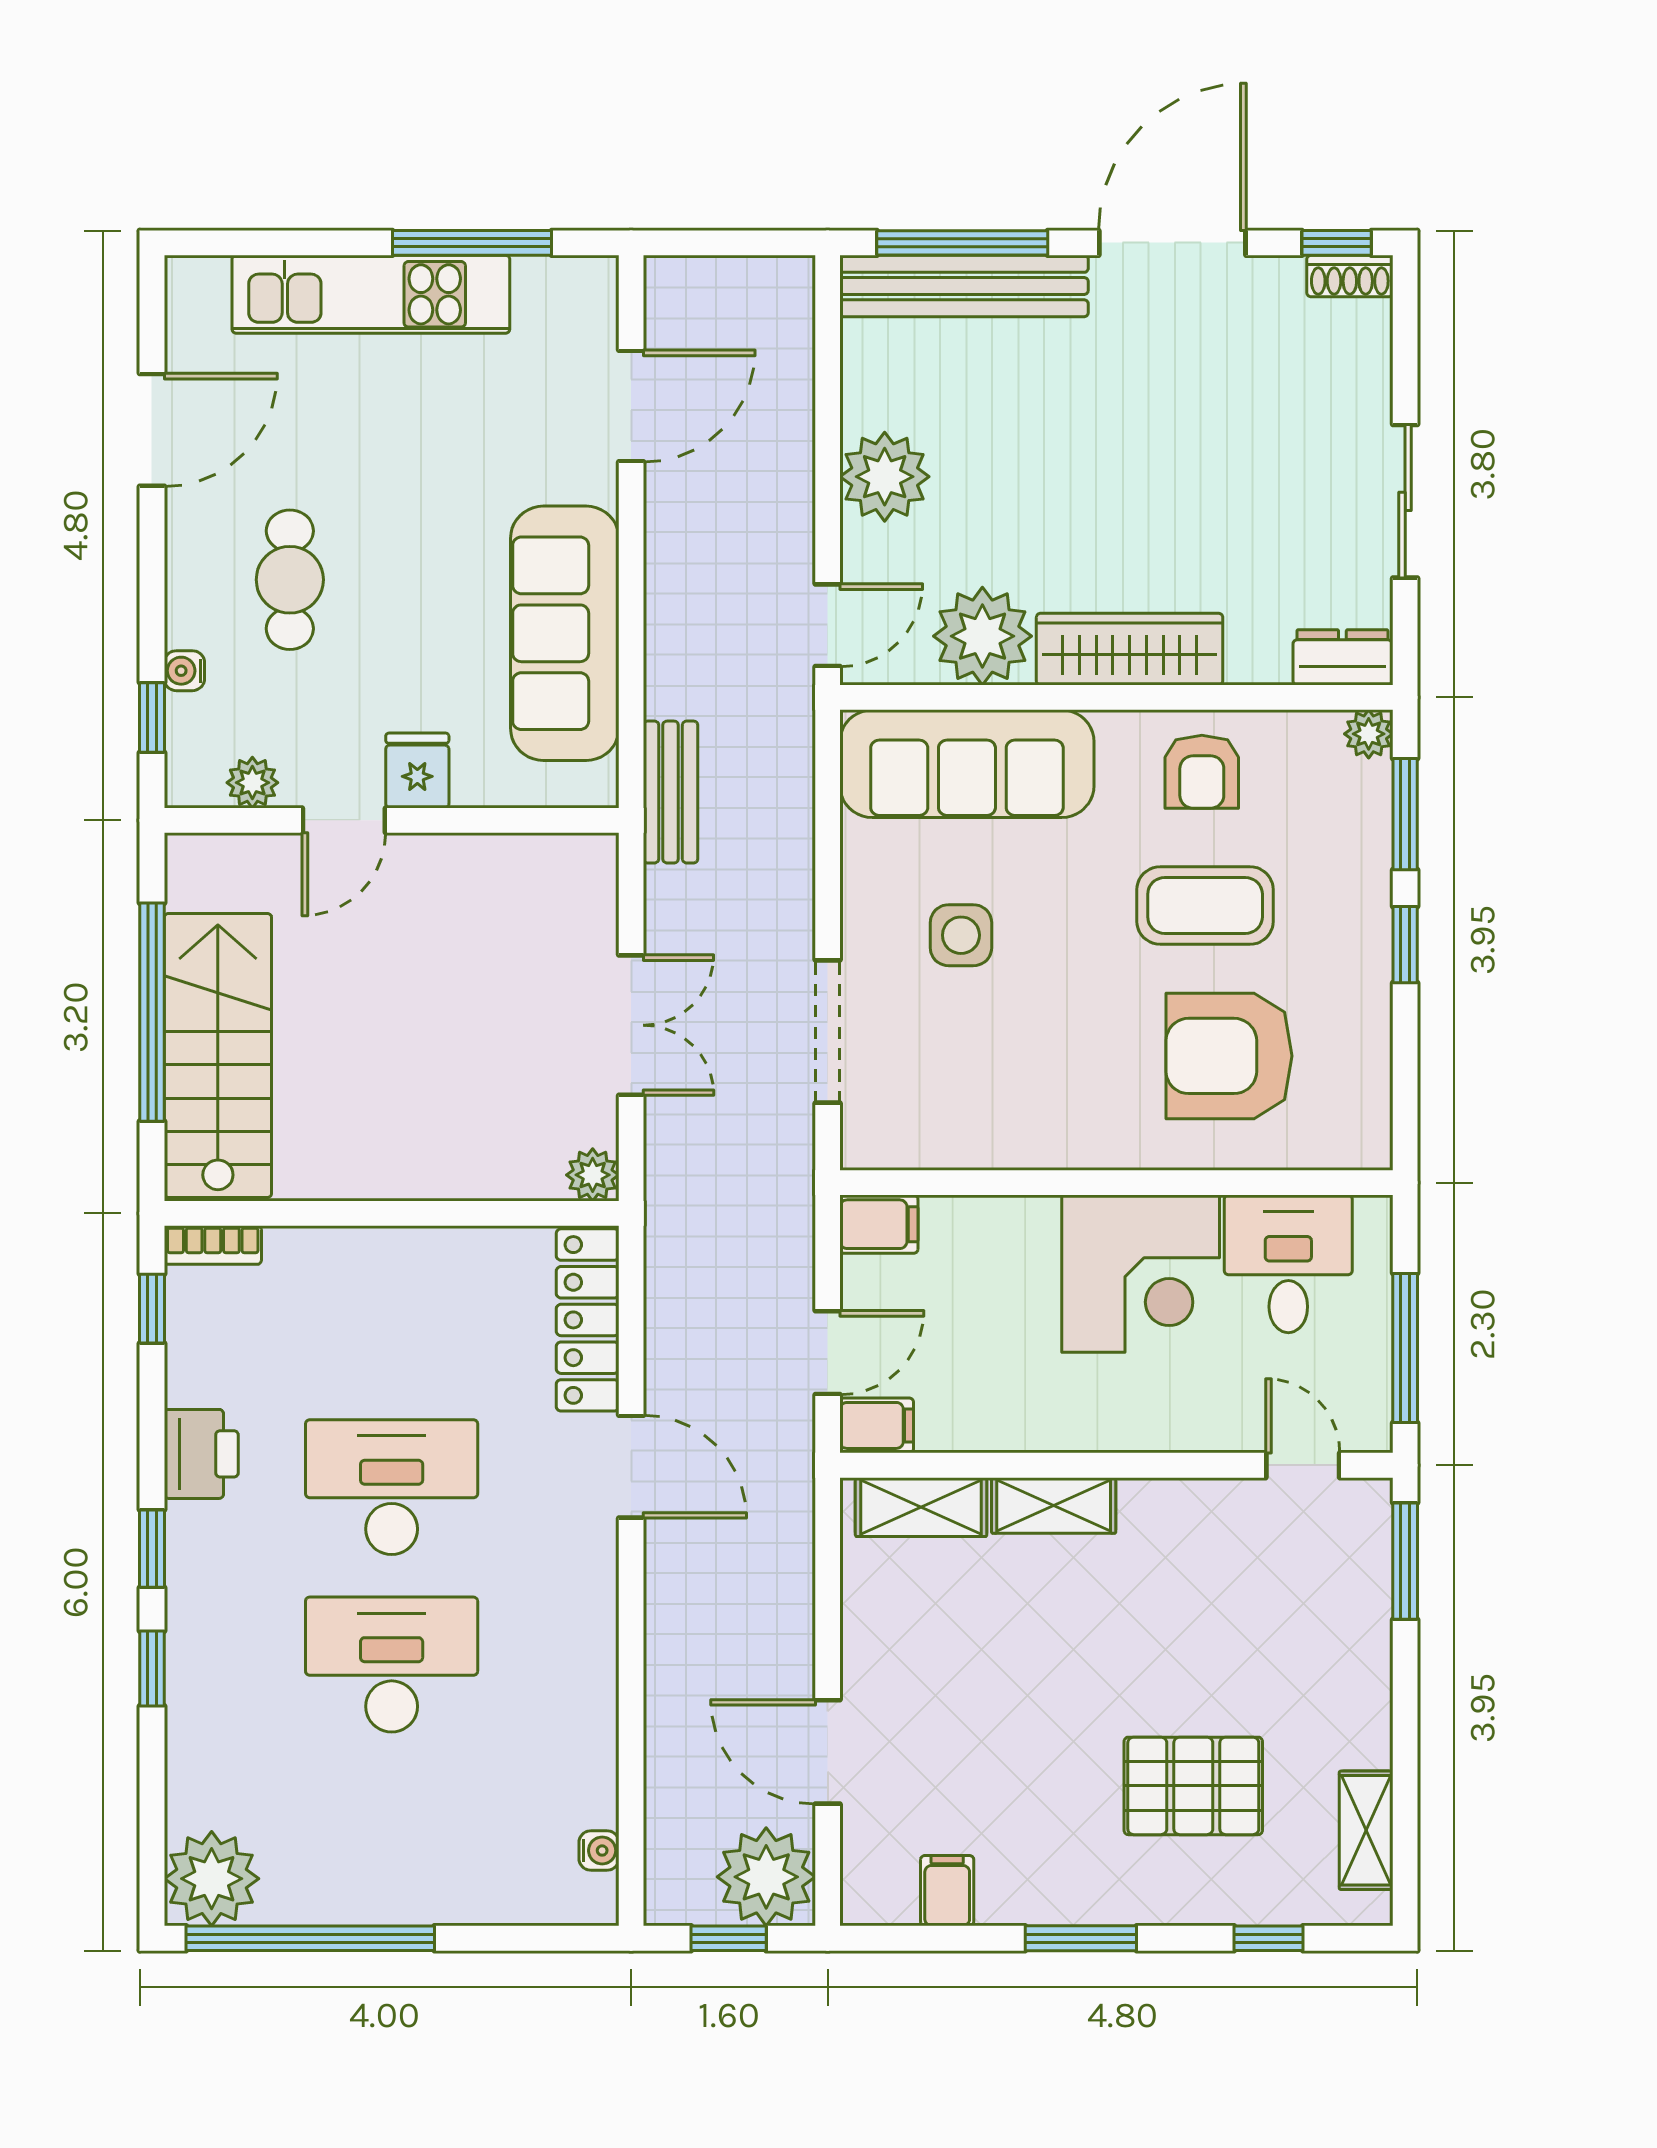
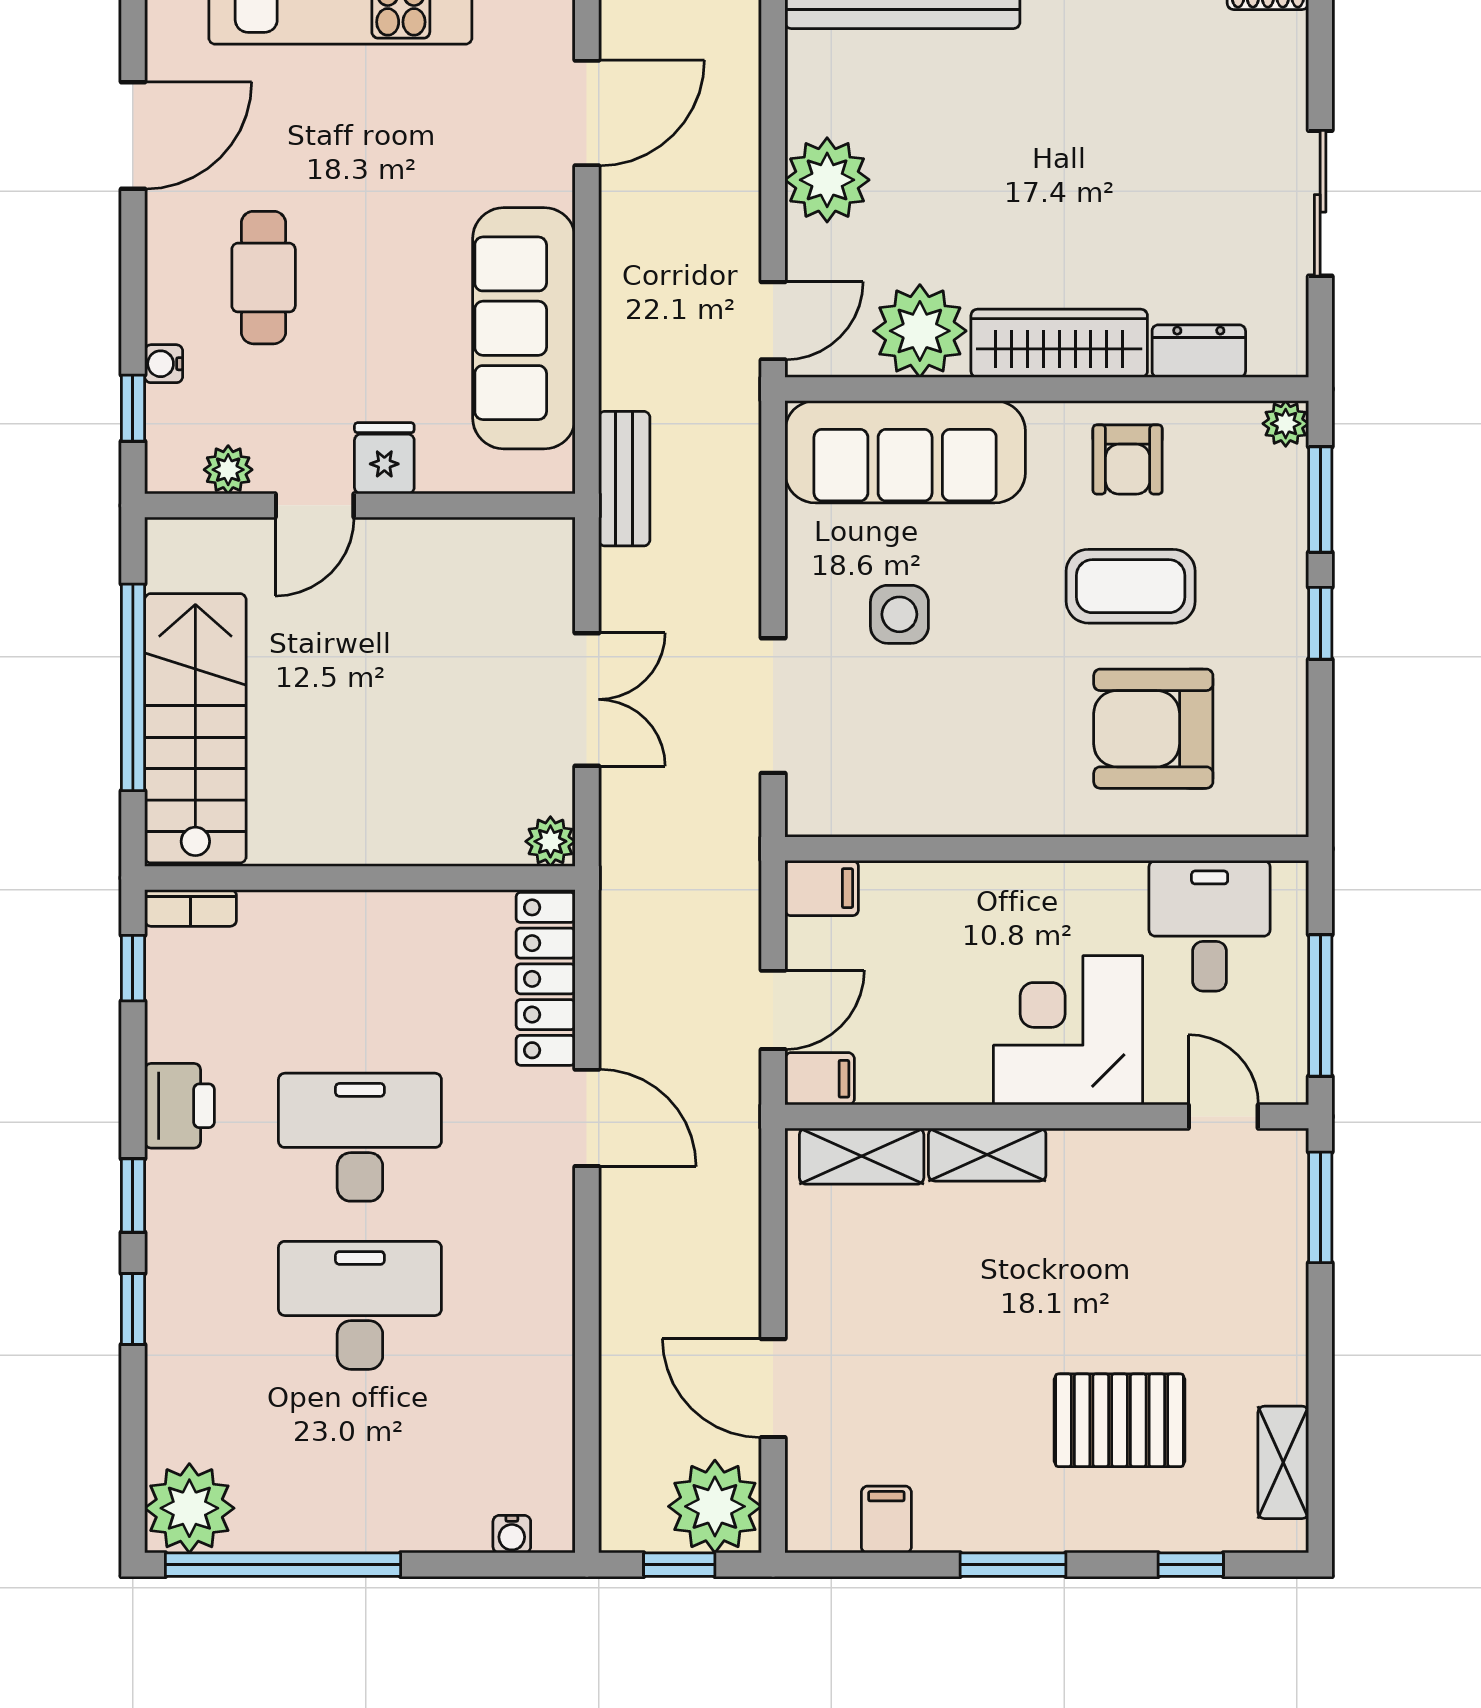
dresser: (1342, 657) -> (1199, 351), moved
corner desk: (1141, 1274) -> (1068, 1030), moved, turned 180
water cooler: (599, 1851) -> (512, 1534), moved, turned 90

